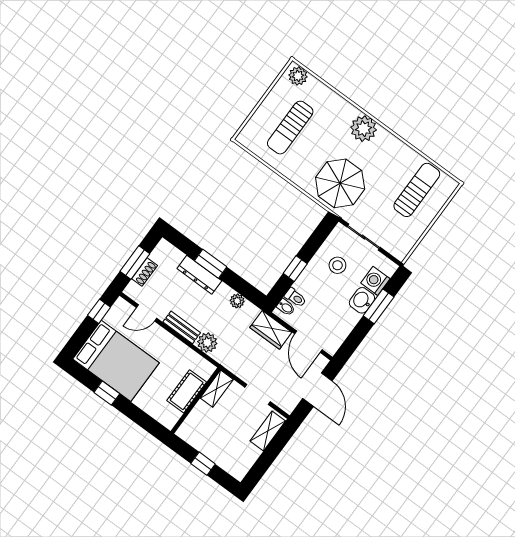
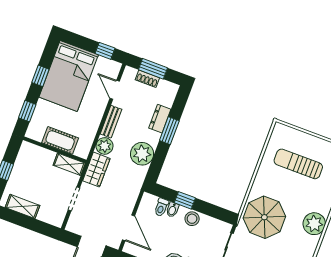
stool: (337, 265) -> (192, 219), moved
dresser: (199, 275) -> (160, 119), width x0.70
plant: (237, 301) -> (142, 154), width x1.88, depth x1.88
bidet: (286, 307) -> (172, 210), moved
wardrobe: (271, 330) -> (96, 170), moved, turned 180
door: (308, 342) -> (128, 228), swing flipped
window: (143, 419) -> (27, 111), added
shelving: (268, 431) -> (22, 206), moved

